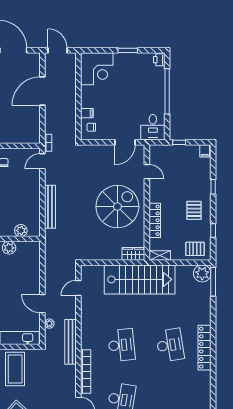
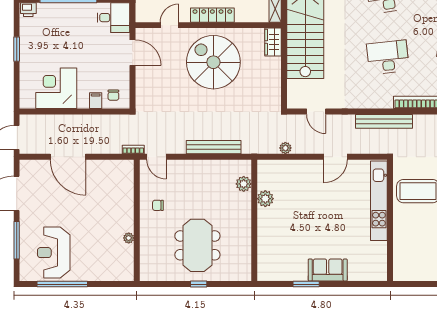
corner desk: (97, 69) -> (56, 88), moved, turned -90
locker: (155, 220) -> (212, 15), moved
plant: (49, 324) -> (285, 148), moved

